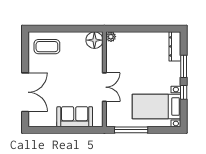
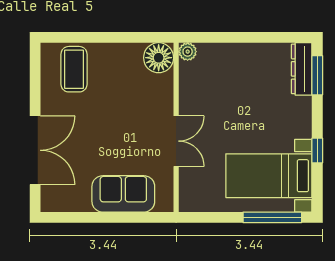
coffee table: (47, 47) -> (74, 69), turned 90
window: (184, 66) -> (317, 75), moved
window: (131, 130) -> (272, 217), moved

